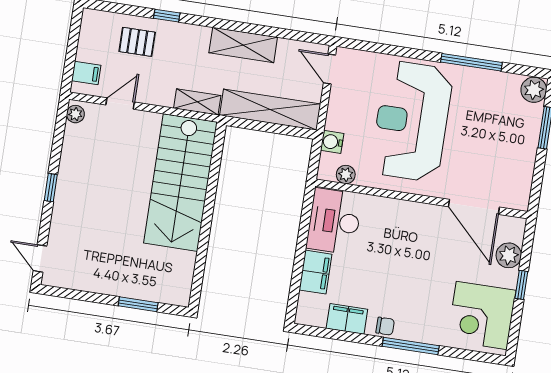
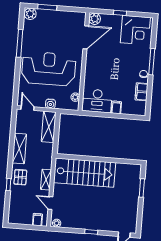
pallet: (137, 42) -> (20, 177), moved
door: (330, 69) -> (27, 108), swing flipped
shelving: (197, 102) -> (46, 180), moved
shelving: (270, 110) -> (49, 127), width x0.68
reception desk: (412, 121) -> (49, 69), turned 180
water cooler: (332, 142) -> (50, 104), moved
plant: (509, 255) -> (95, 19), moved
filing cabinet: (315, 272) -> (116, 107), width x0.50

